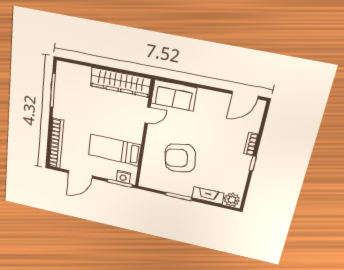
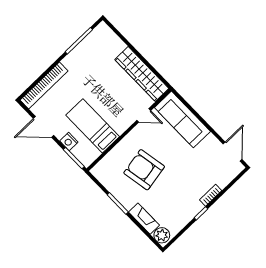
sofa: (174, 95) -> (182, 119), width x1.36
door: (245, 95) -> (233, 152), swing flipped
nightstand: (123, 177) -> (69, 142), moved

